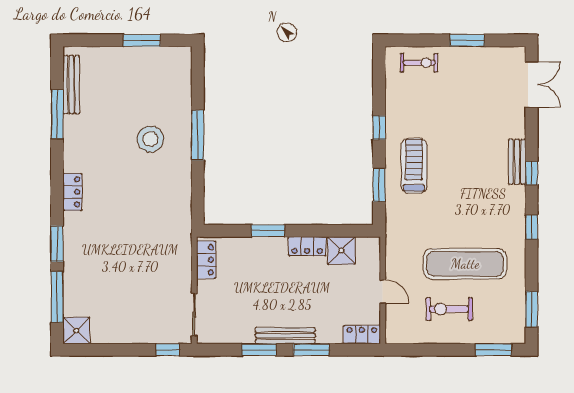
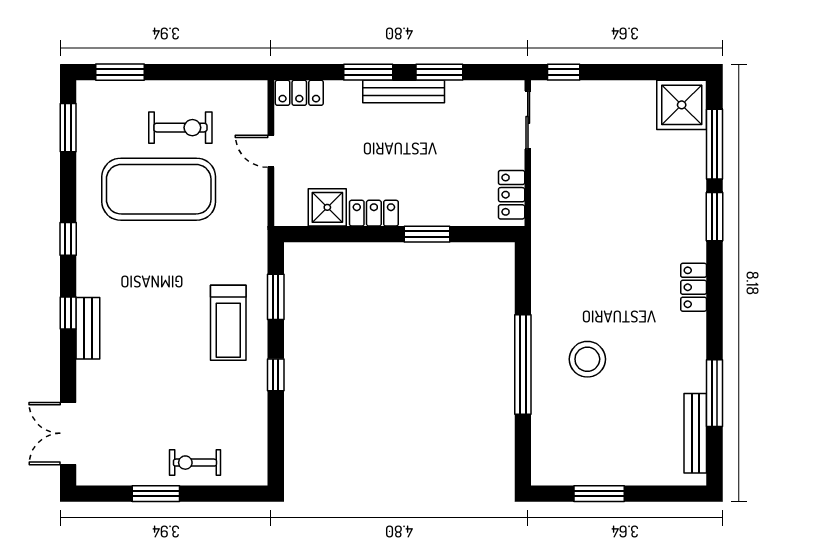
exercise bike: (419, 63) -> (195, 463), moved
window: (198, 135) -> (523, 365), width x1.46
exercise mat: (465, 264) -> (159, 189), width x1.47
shower: (76, 331) -> (682, 105), width x1.36, depth x1.36

